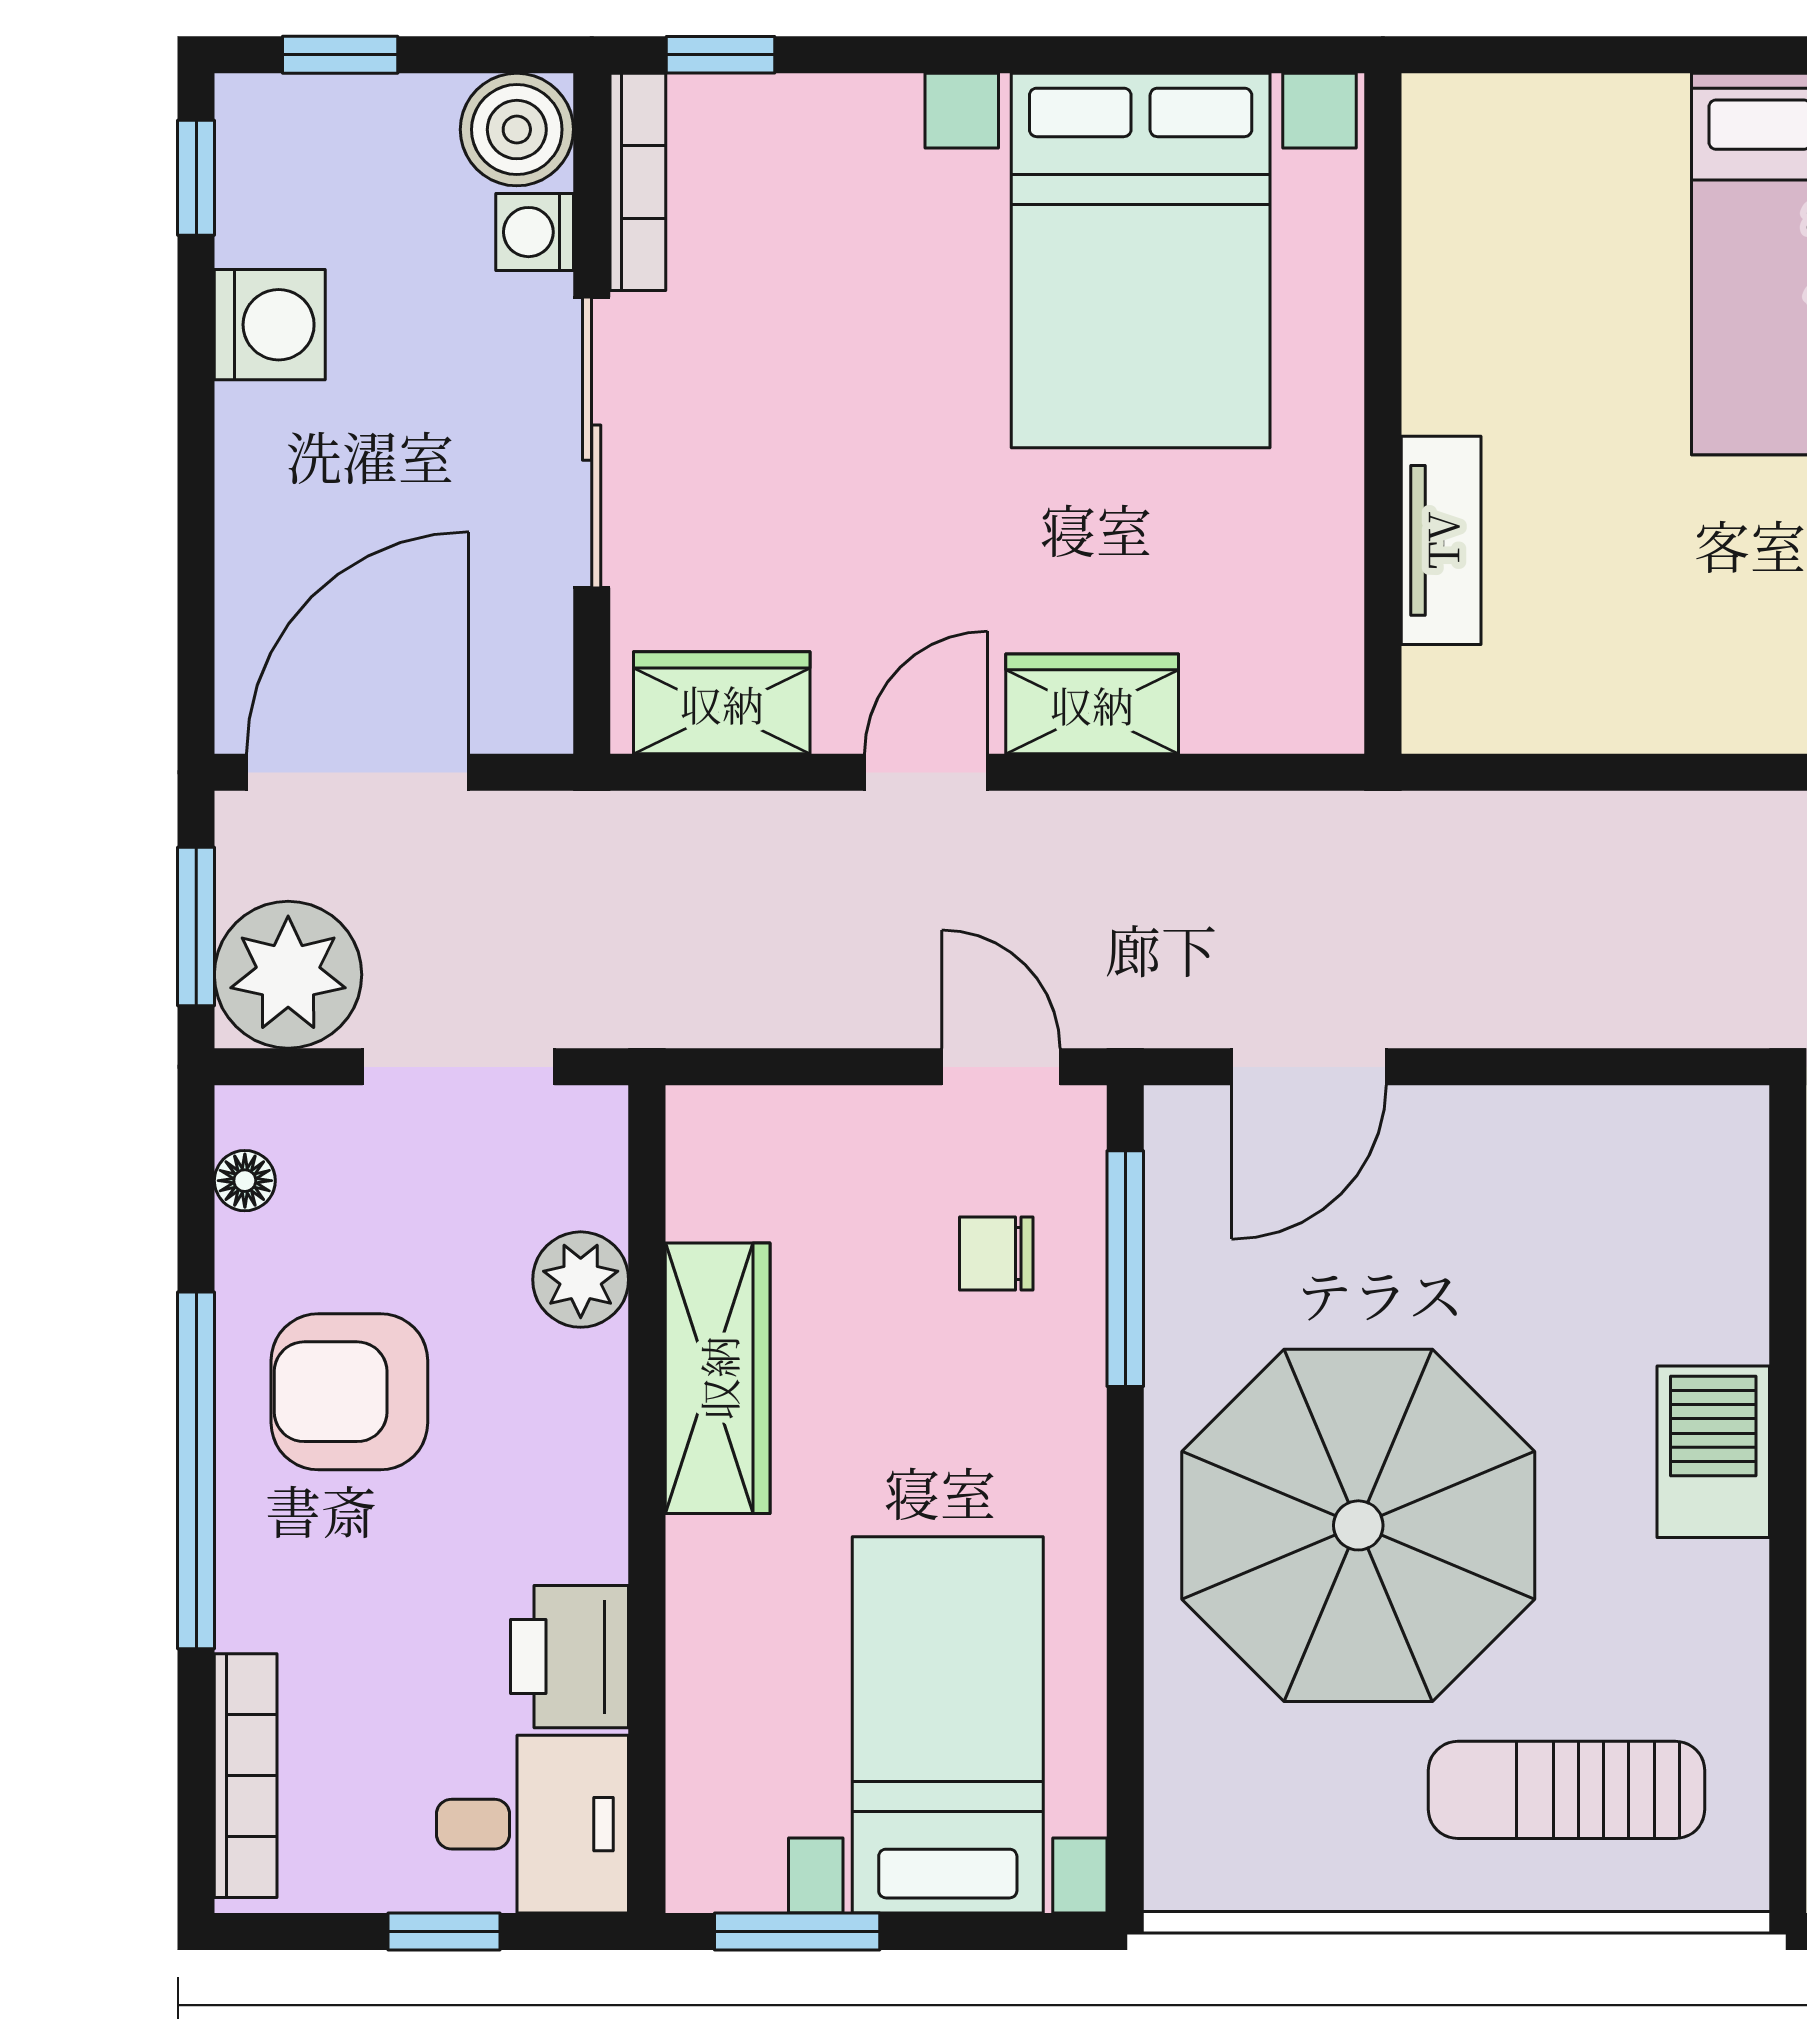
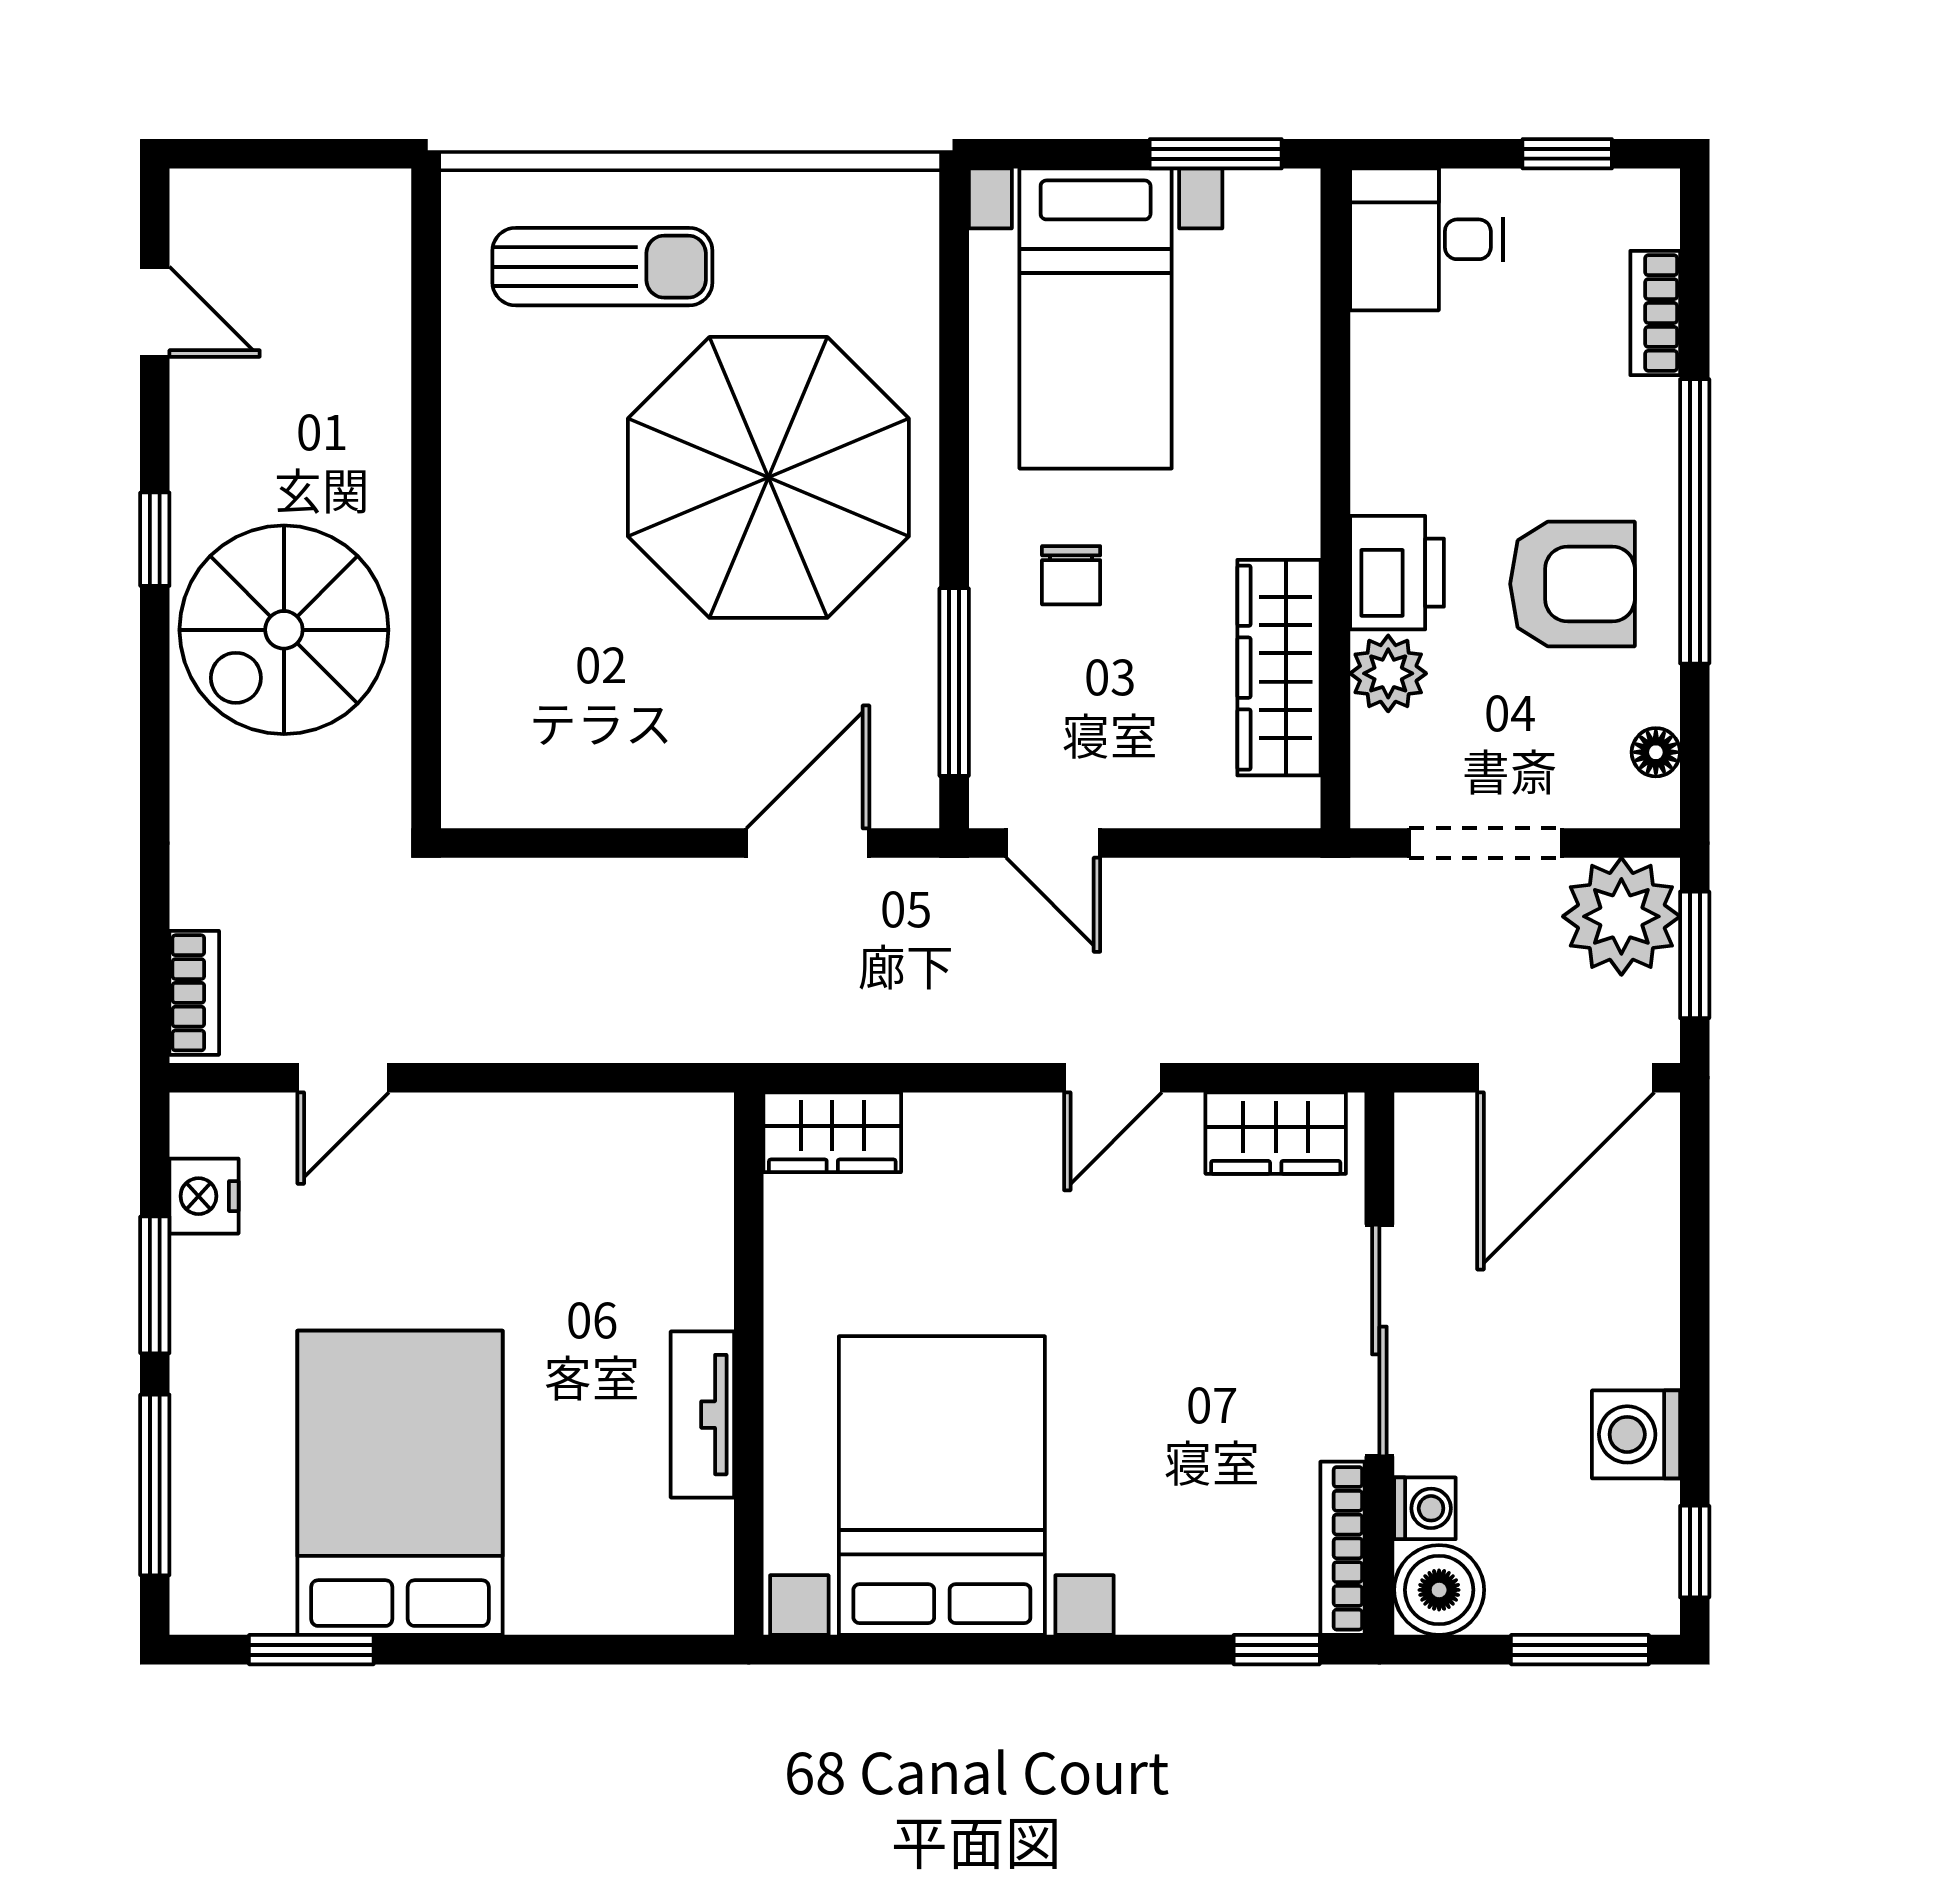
window: (340, 55) -> (1580, 1650), width x1.50
tv unit: (1441, 540) -> (702, 1415), moved
wardrobe: (1092, 704) -> (832, 1132), moved
chair: (996, 1254) -> (1071, 575), moved, turned 90
wardrobe: (718, 1378) -> (1279, 668), moved
barbecue: (1713, 1452) -> (485, 536), removed
printer: (570, 1657) -> (1397, 573), moved
bookcase: (246, 1776) -> (1655, 313), width x0.64
window: (444, 1931) -> (1567, 154), moved

